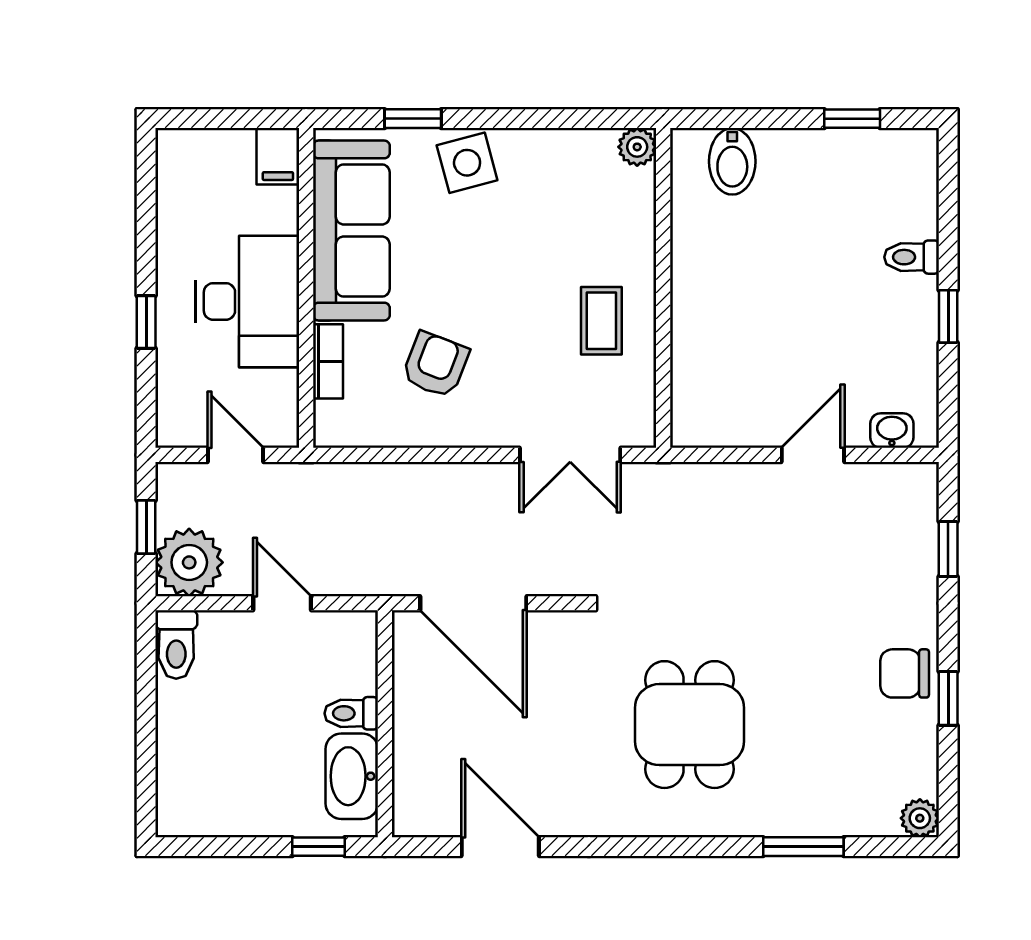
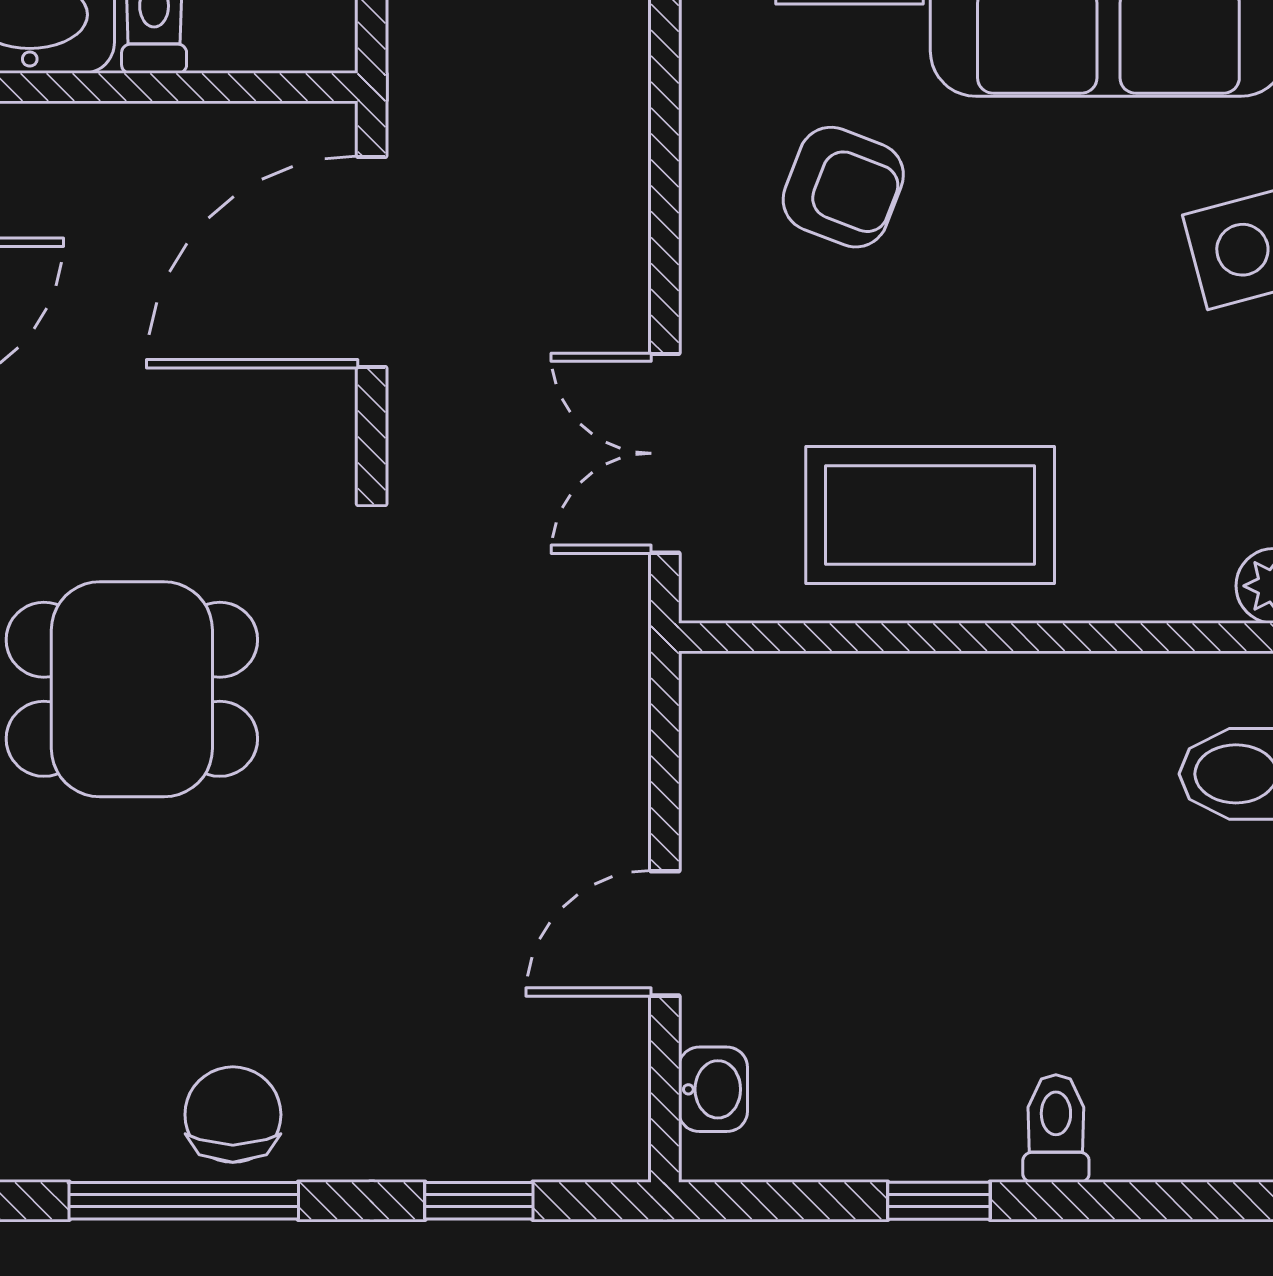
coffee table: (601, 321) -> (930, 515), width x1.86, depth x1.72
door: (813, 455) -> (665, 933), swing flipped
window: (948, 698) -> (184, 1201), width x2.17

